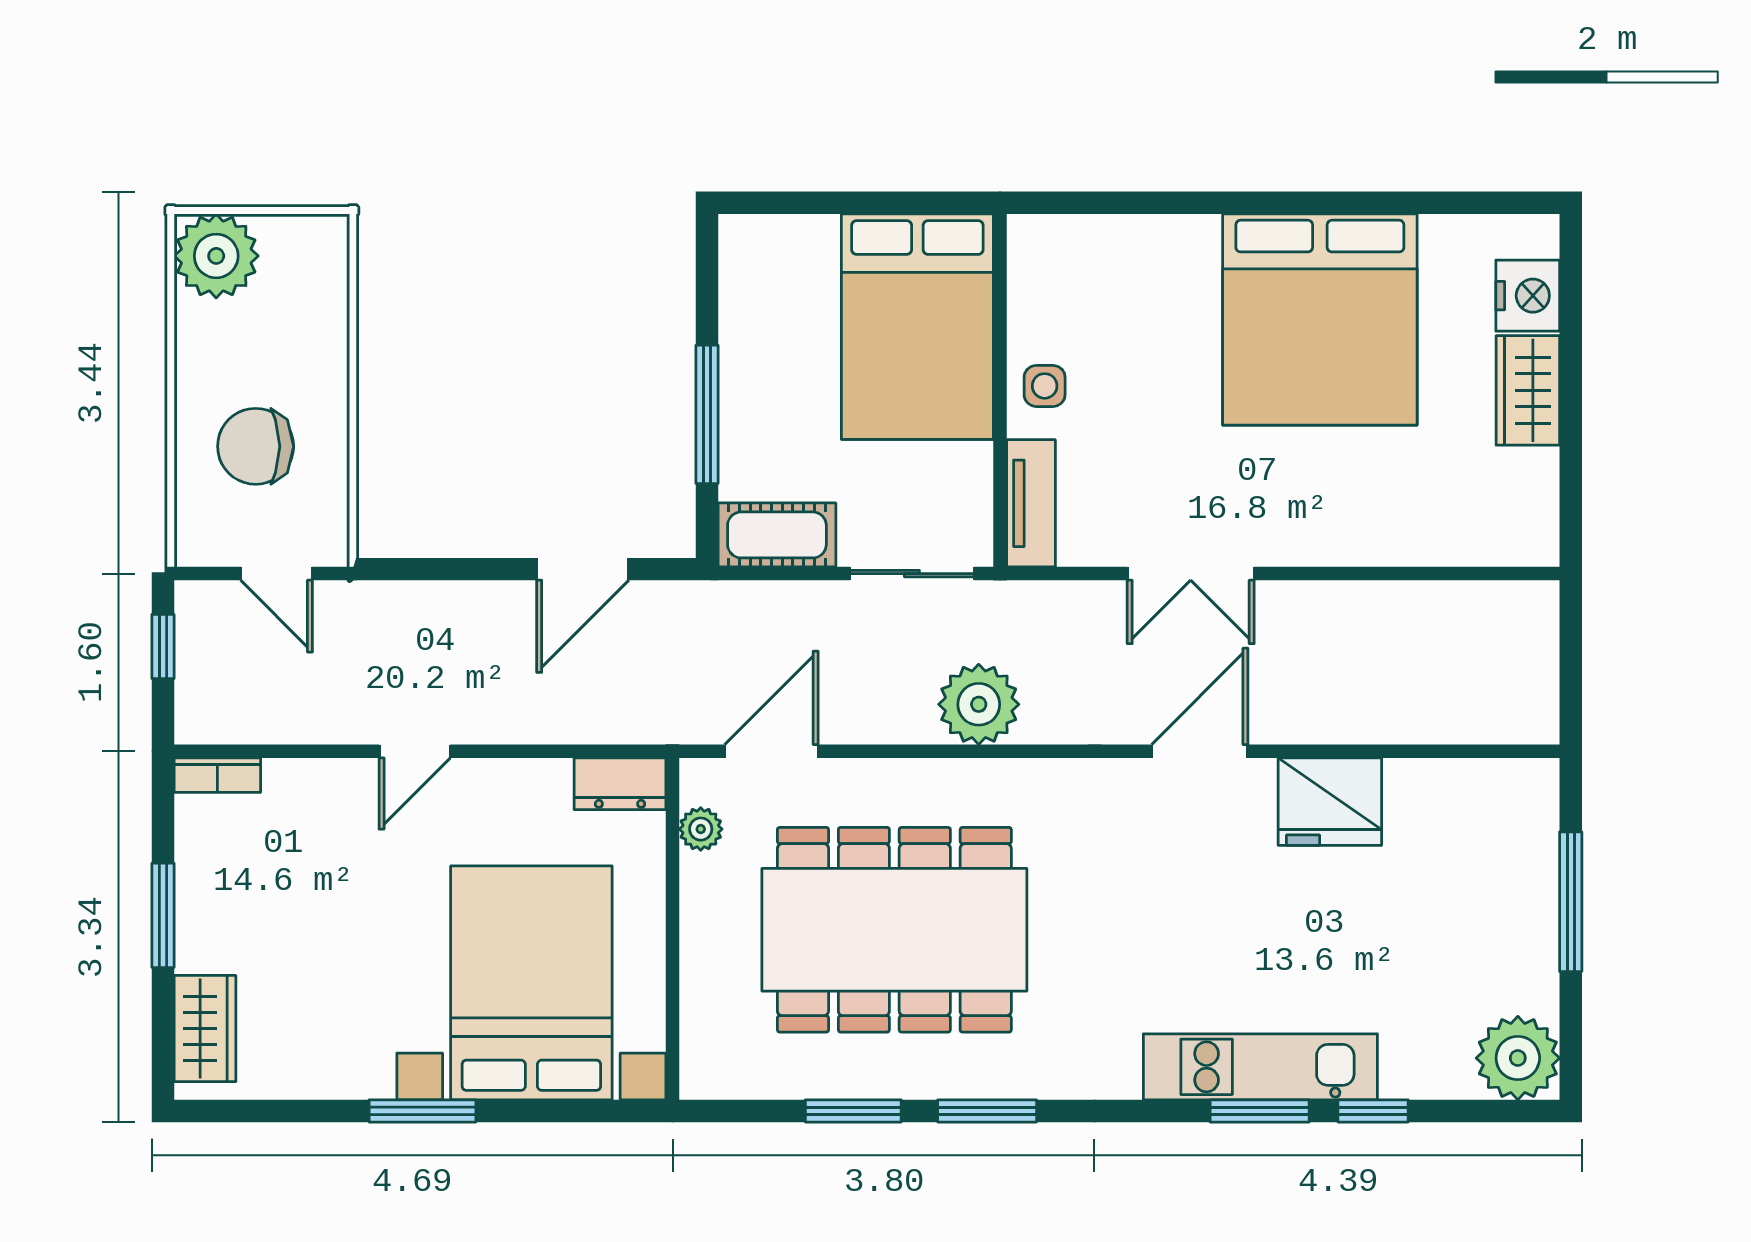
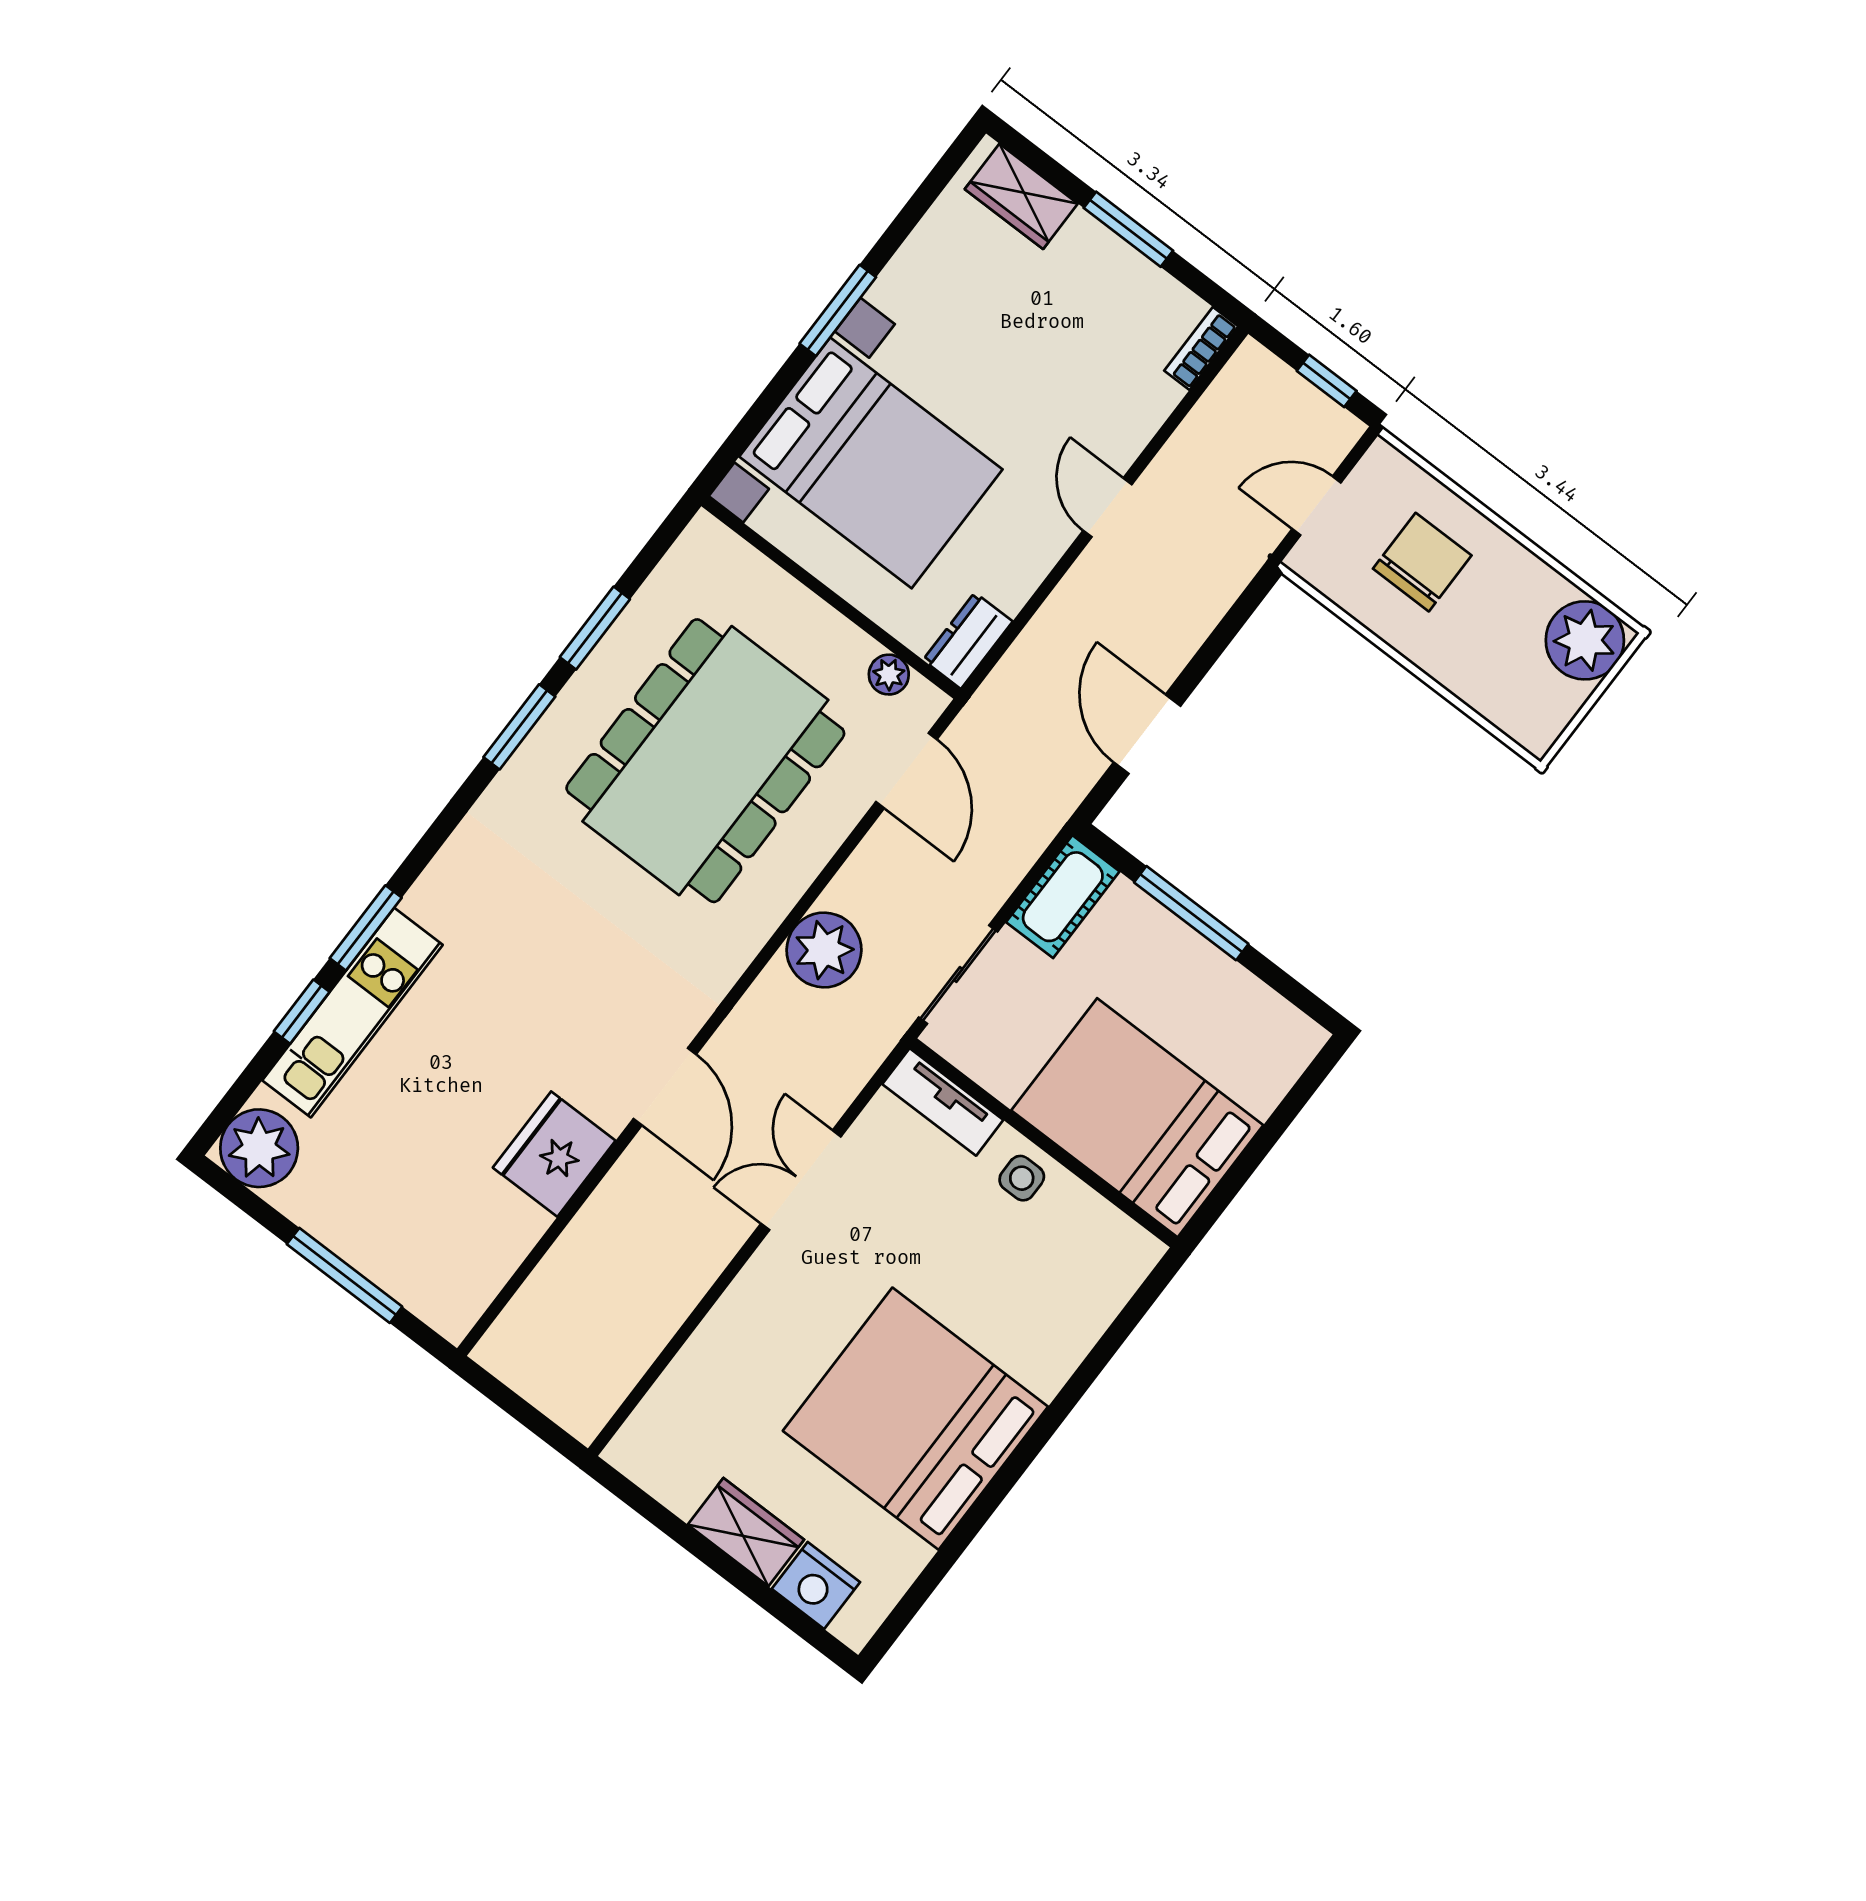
kitchen unit: (1260, 1067) -> (352, 1013), moved

